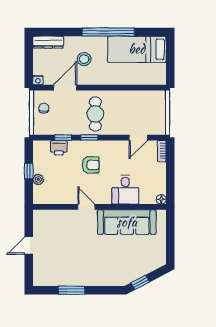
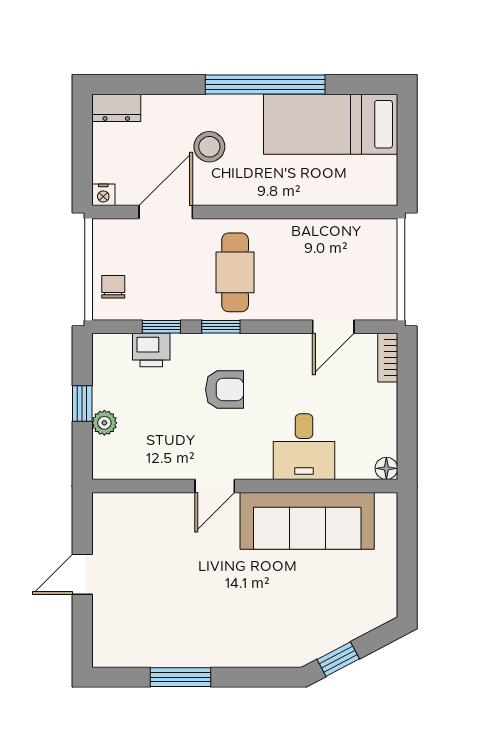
dresser: (48, 42) -> (116, 108), width x0.70
chair: (44, 108) -> (113, 287), moved
door: (86, 207) -> (215, 486), swing flipped

